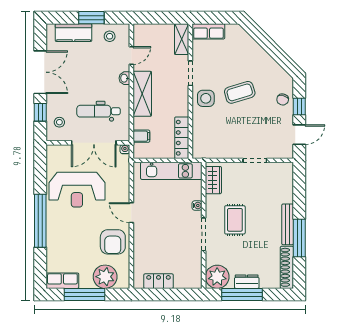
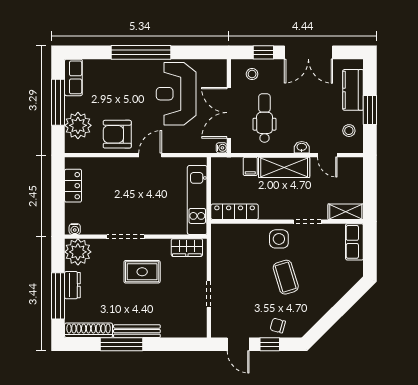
filing cabinet: (141, 136) -> (250, 166), moved
water cooler: (197, 205) -> (75, 229), moved
window: (242, 294) -> (58, 296), moved

